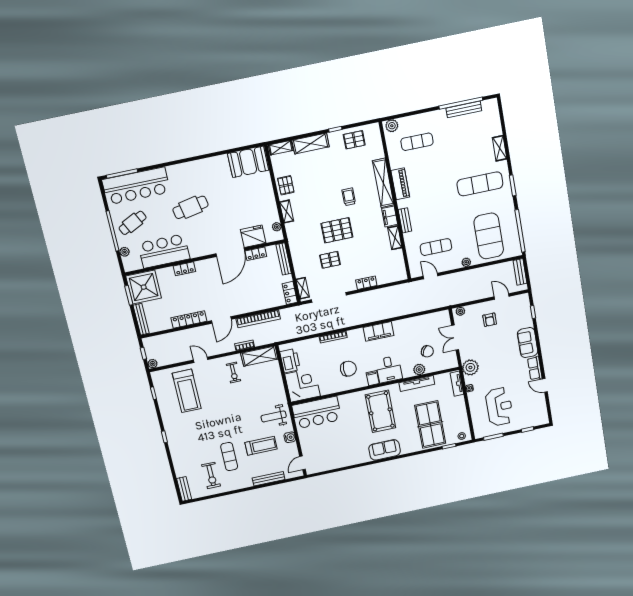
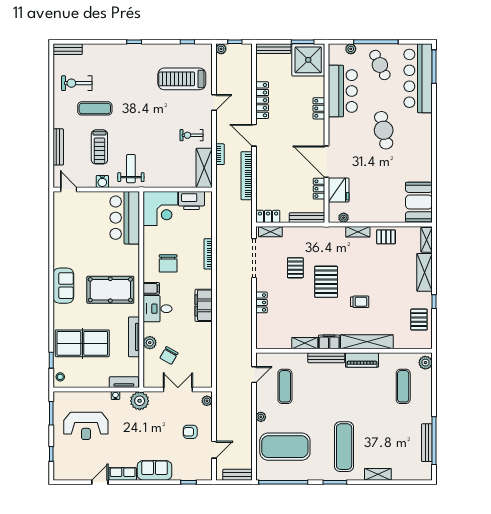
bench: (405, 220) -> (326, 358), width x1.36

